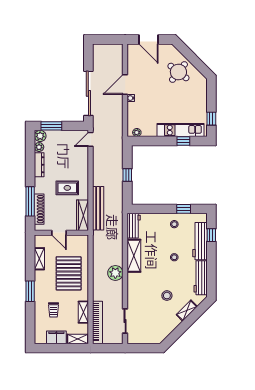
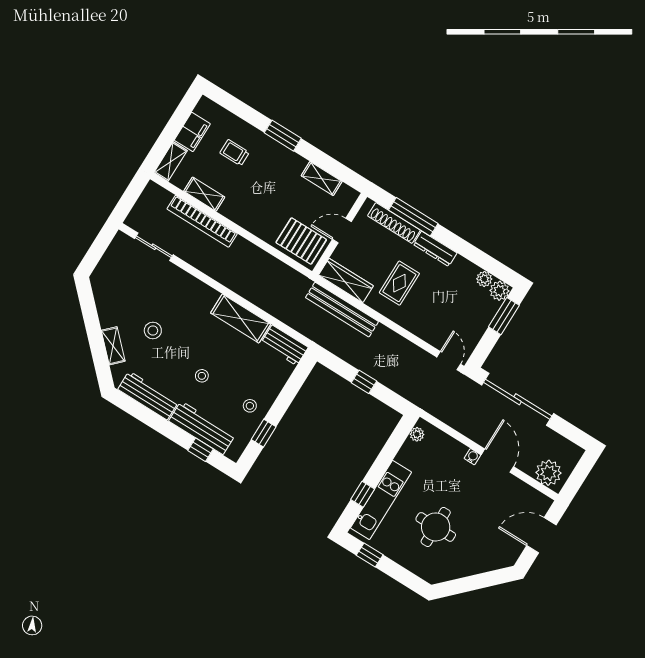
round table: (178, 72) -> (436, 527), moved, turned -38
dresser: (39, 165) -> (435, 249), moved
pallet: (69, 273) -> (301, 241), moved, width x0.73, depth x0.71
plant: (115, 273) -> (548, 473), moved
bookcase: (98, 322) -> (202, 221), moved

